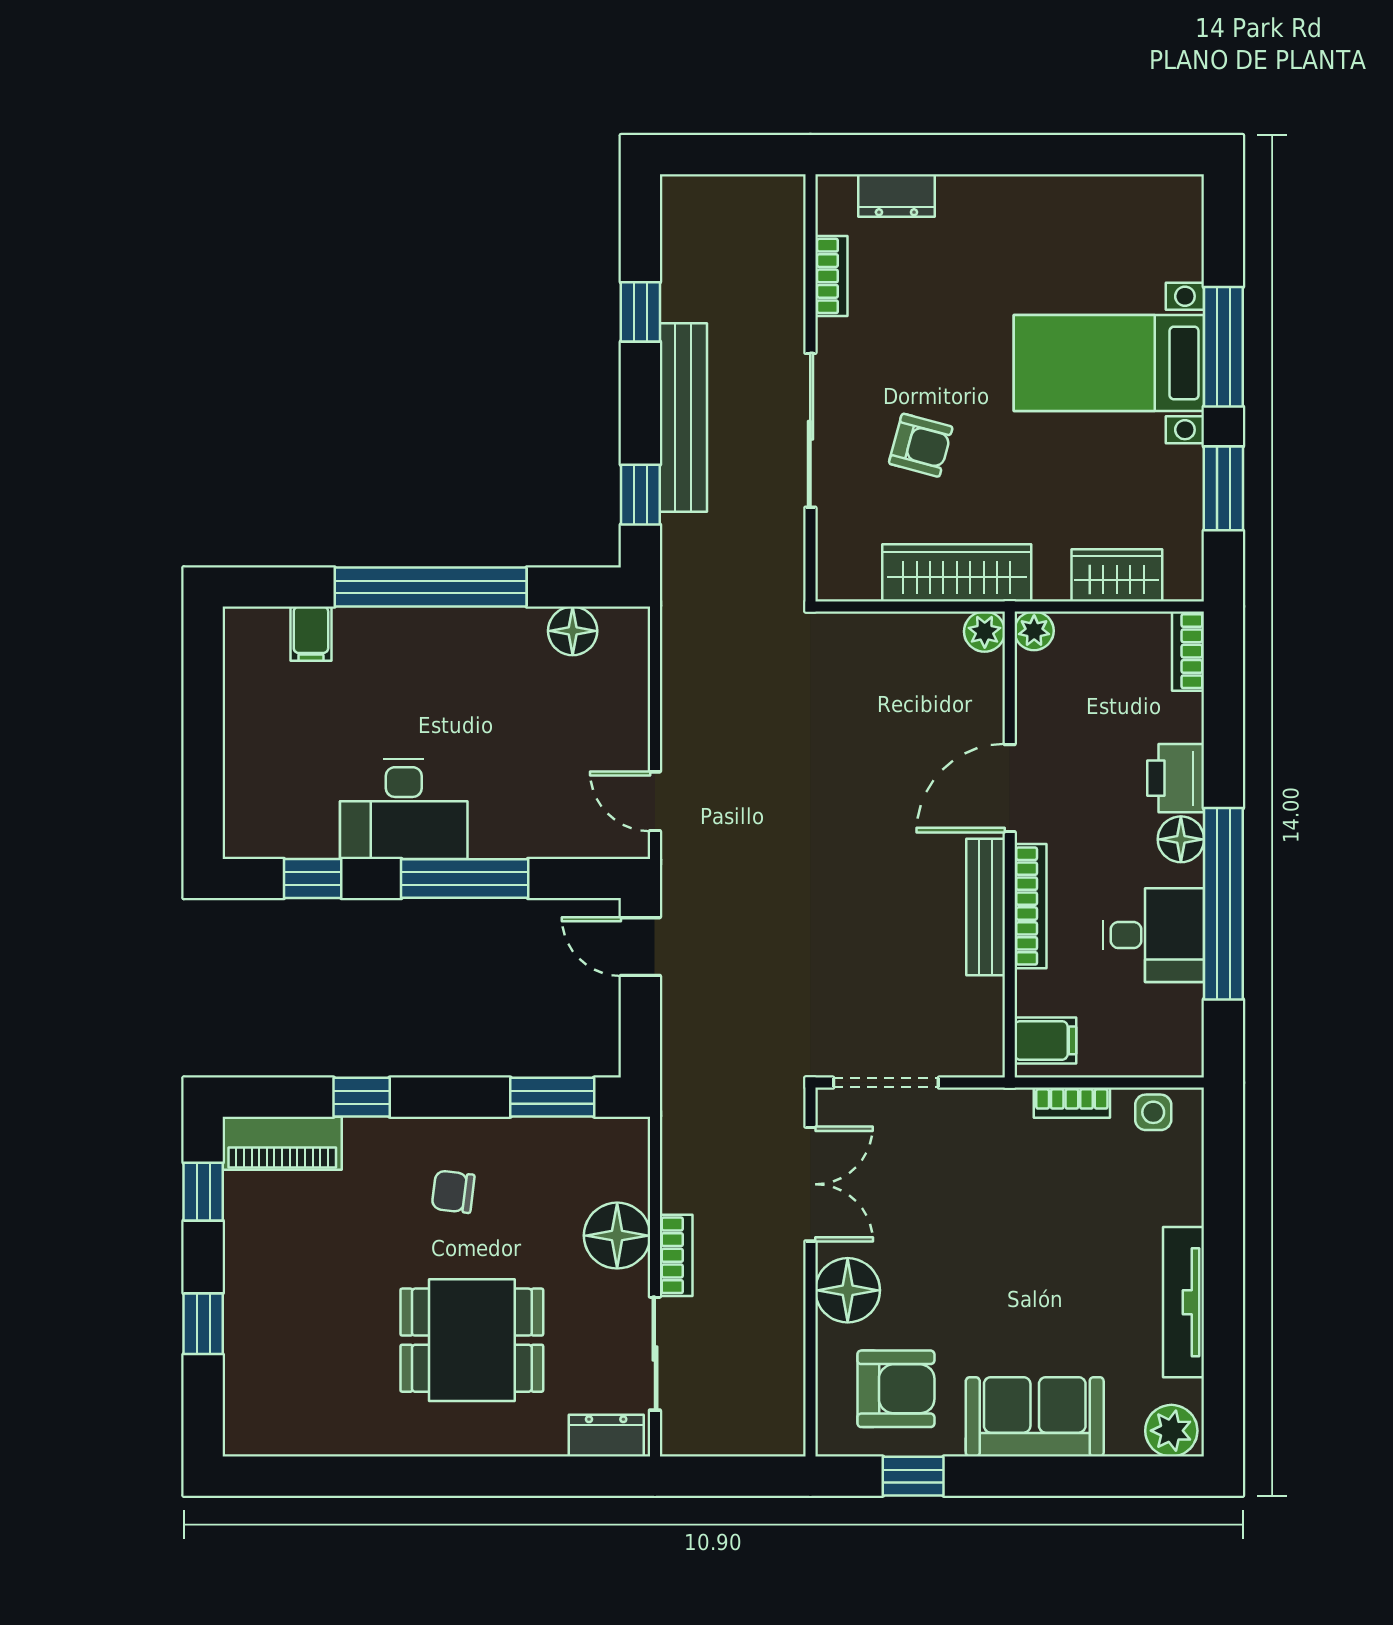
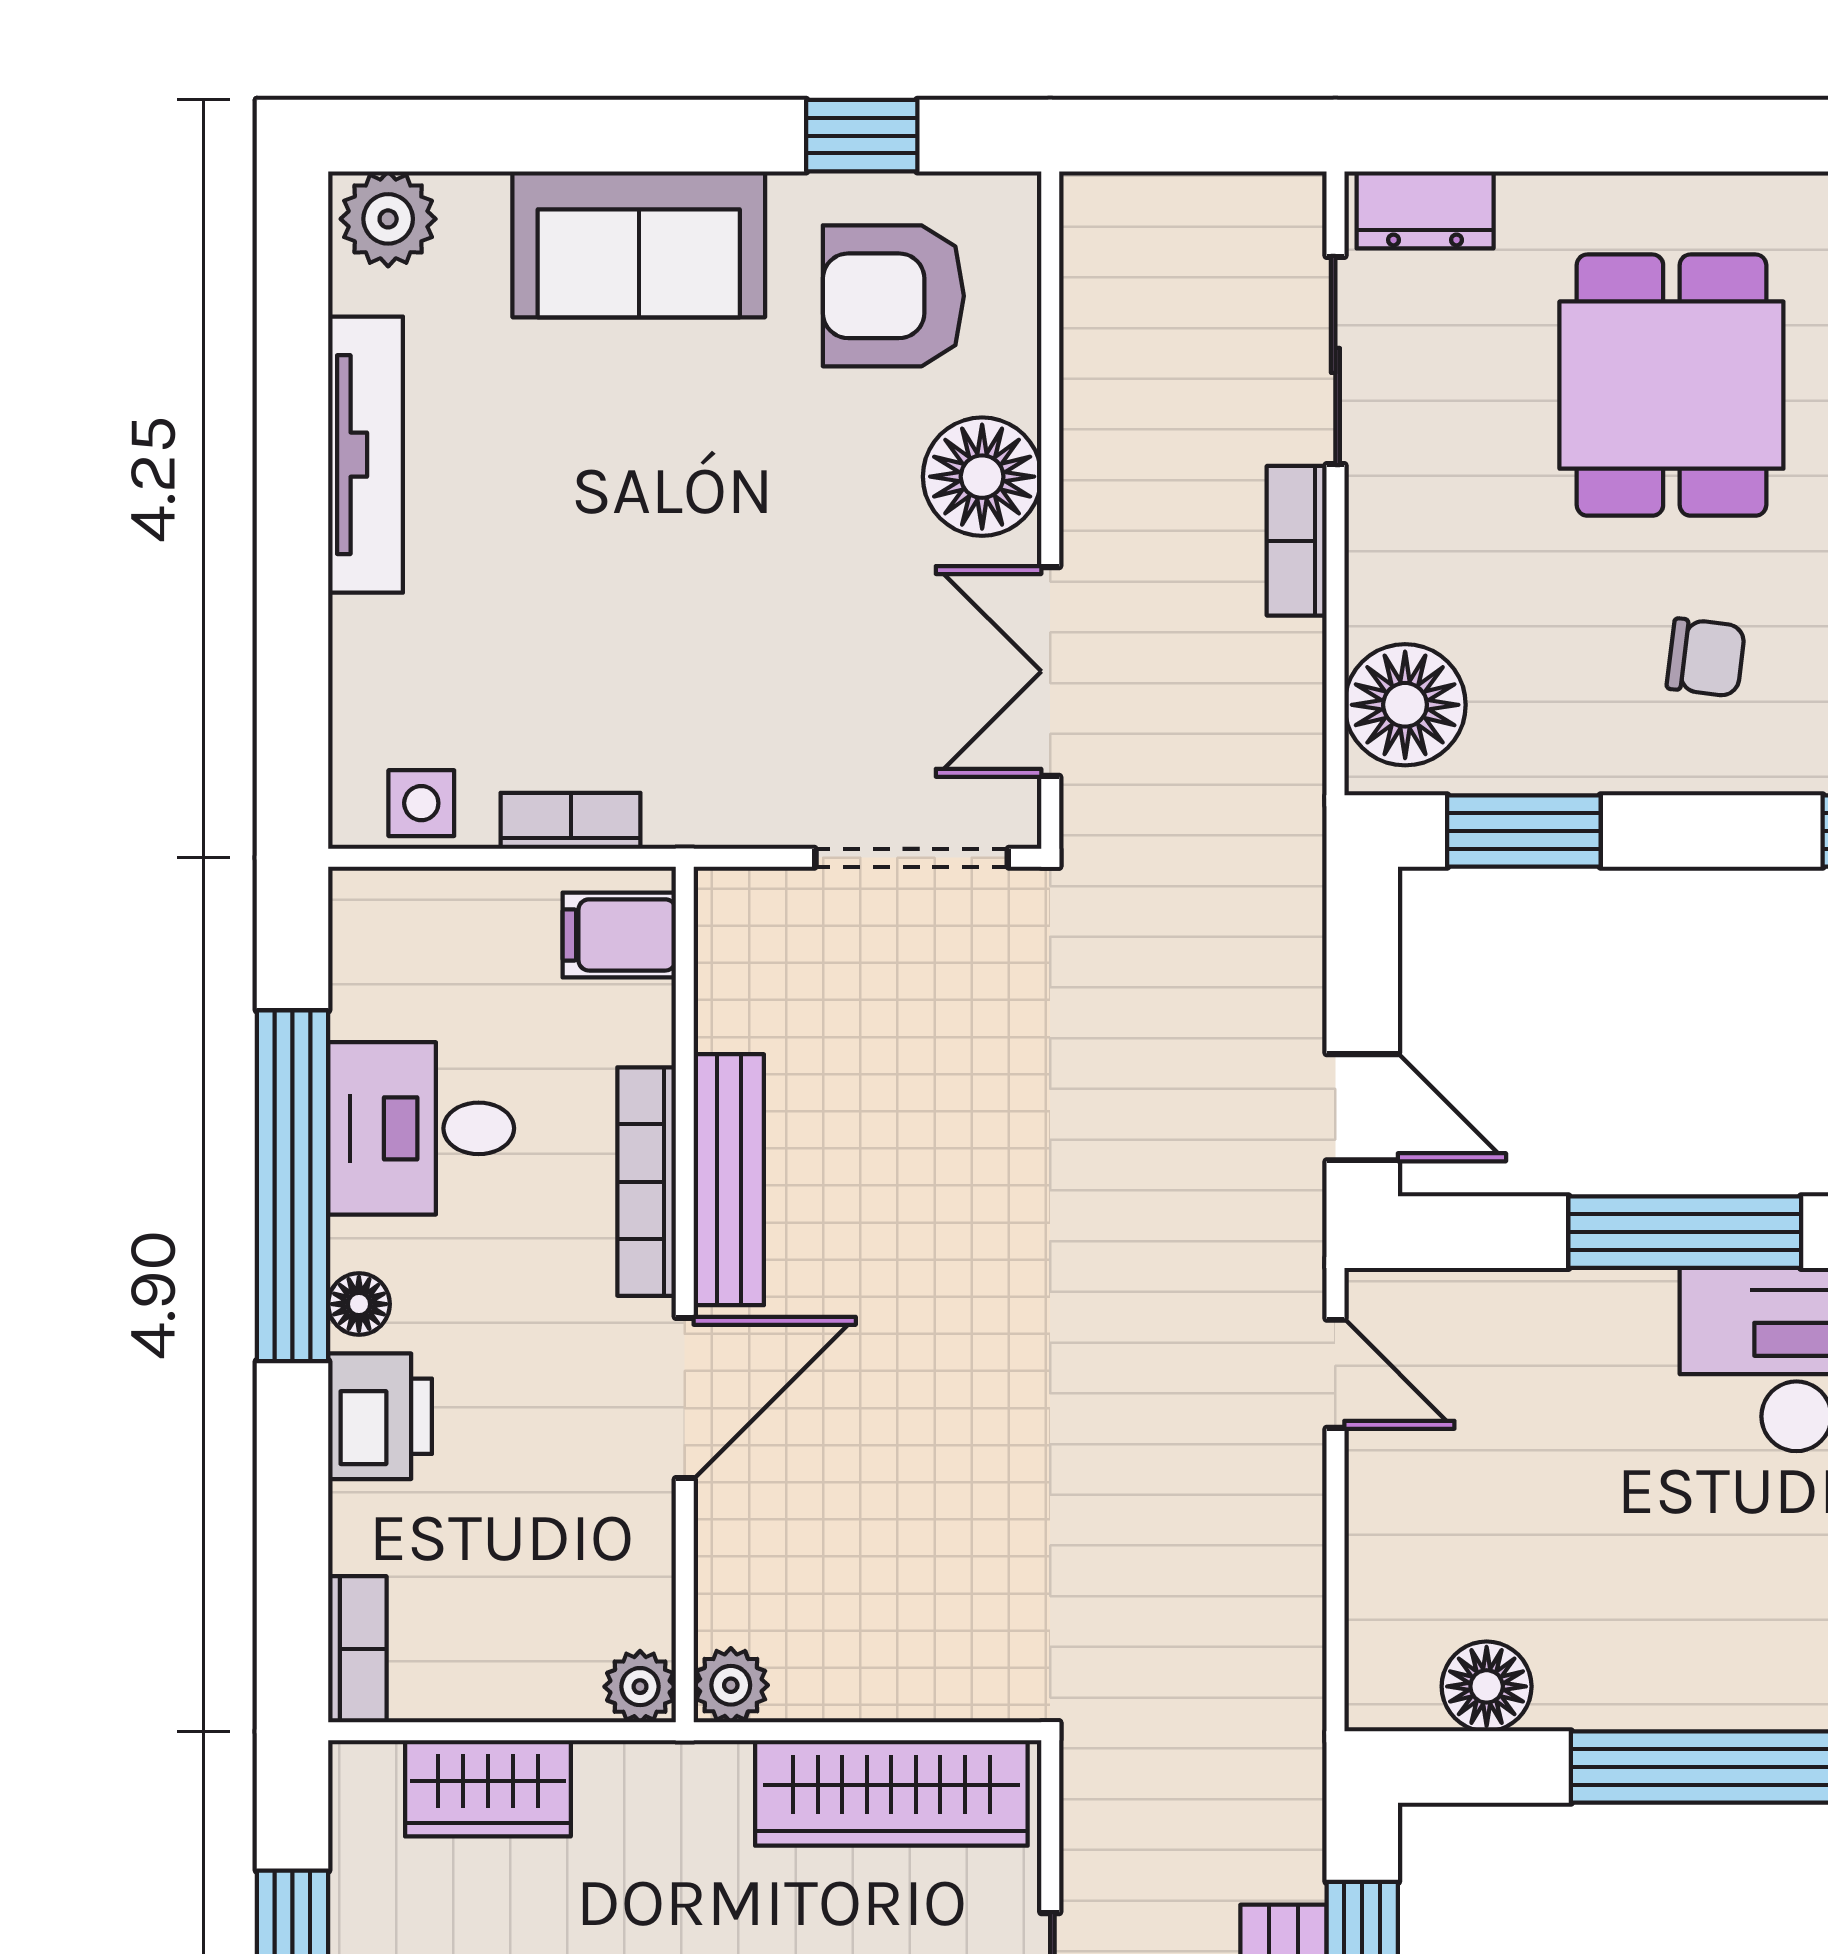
wardrobe: (957, 573) -> (891, 1793), moved
floor lamp: (1181, 839) -> (359, 1304), width x0.73, depth x0.73
floor lamp: (617, 1236) -> (1405, 705), moved
dining table: (472, 1340) -> (1671, 385), turned 90

